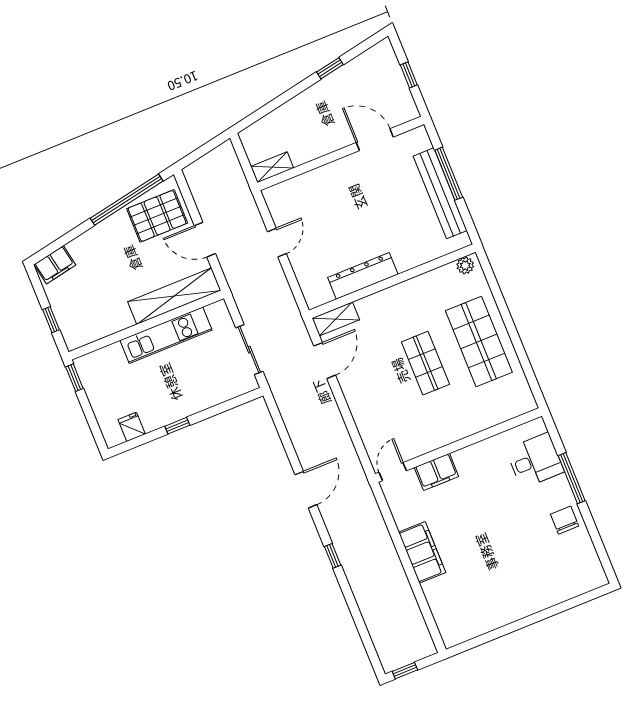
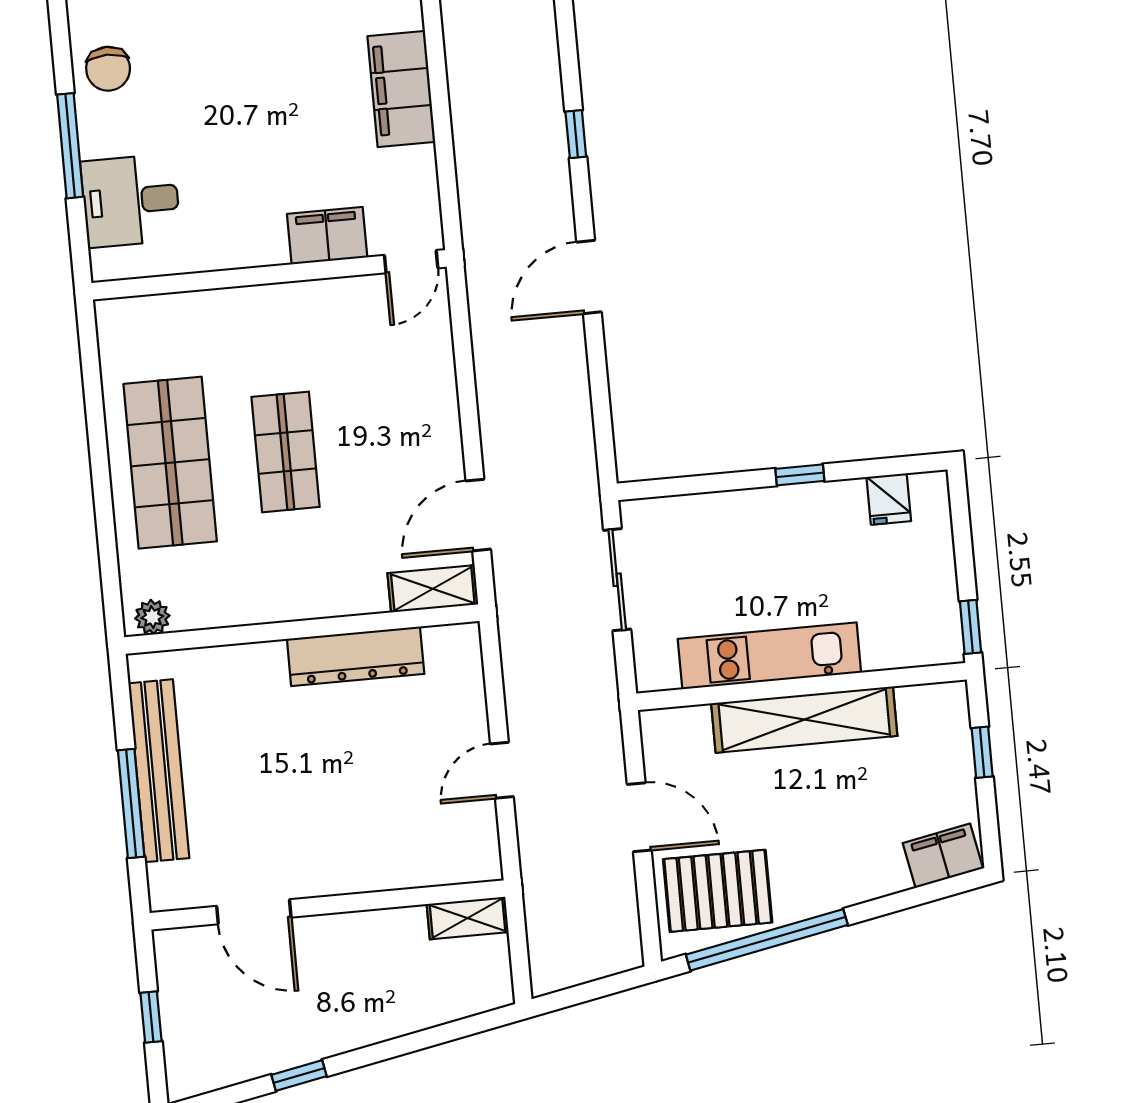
shelving: (174, 296) -> (804, 720), moved

